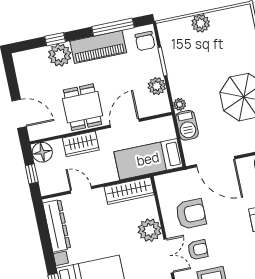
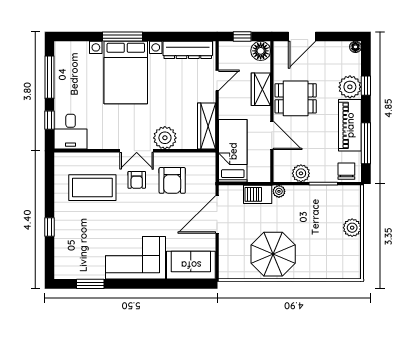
chair: (145, 41) -> (346, 171), turned 90
floor lamp: (18, 58) -> (355, 47), added

